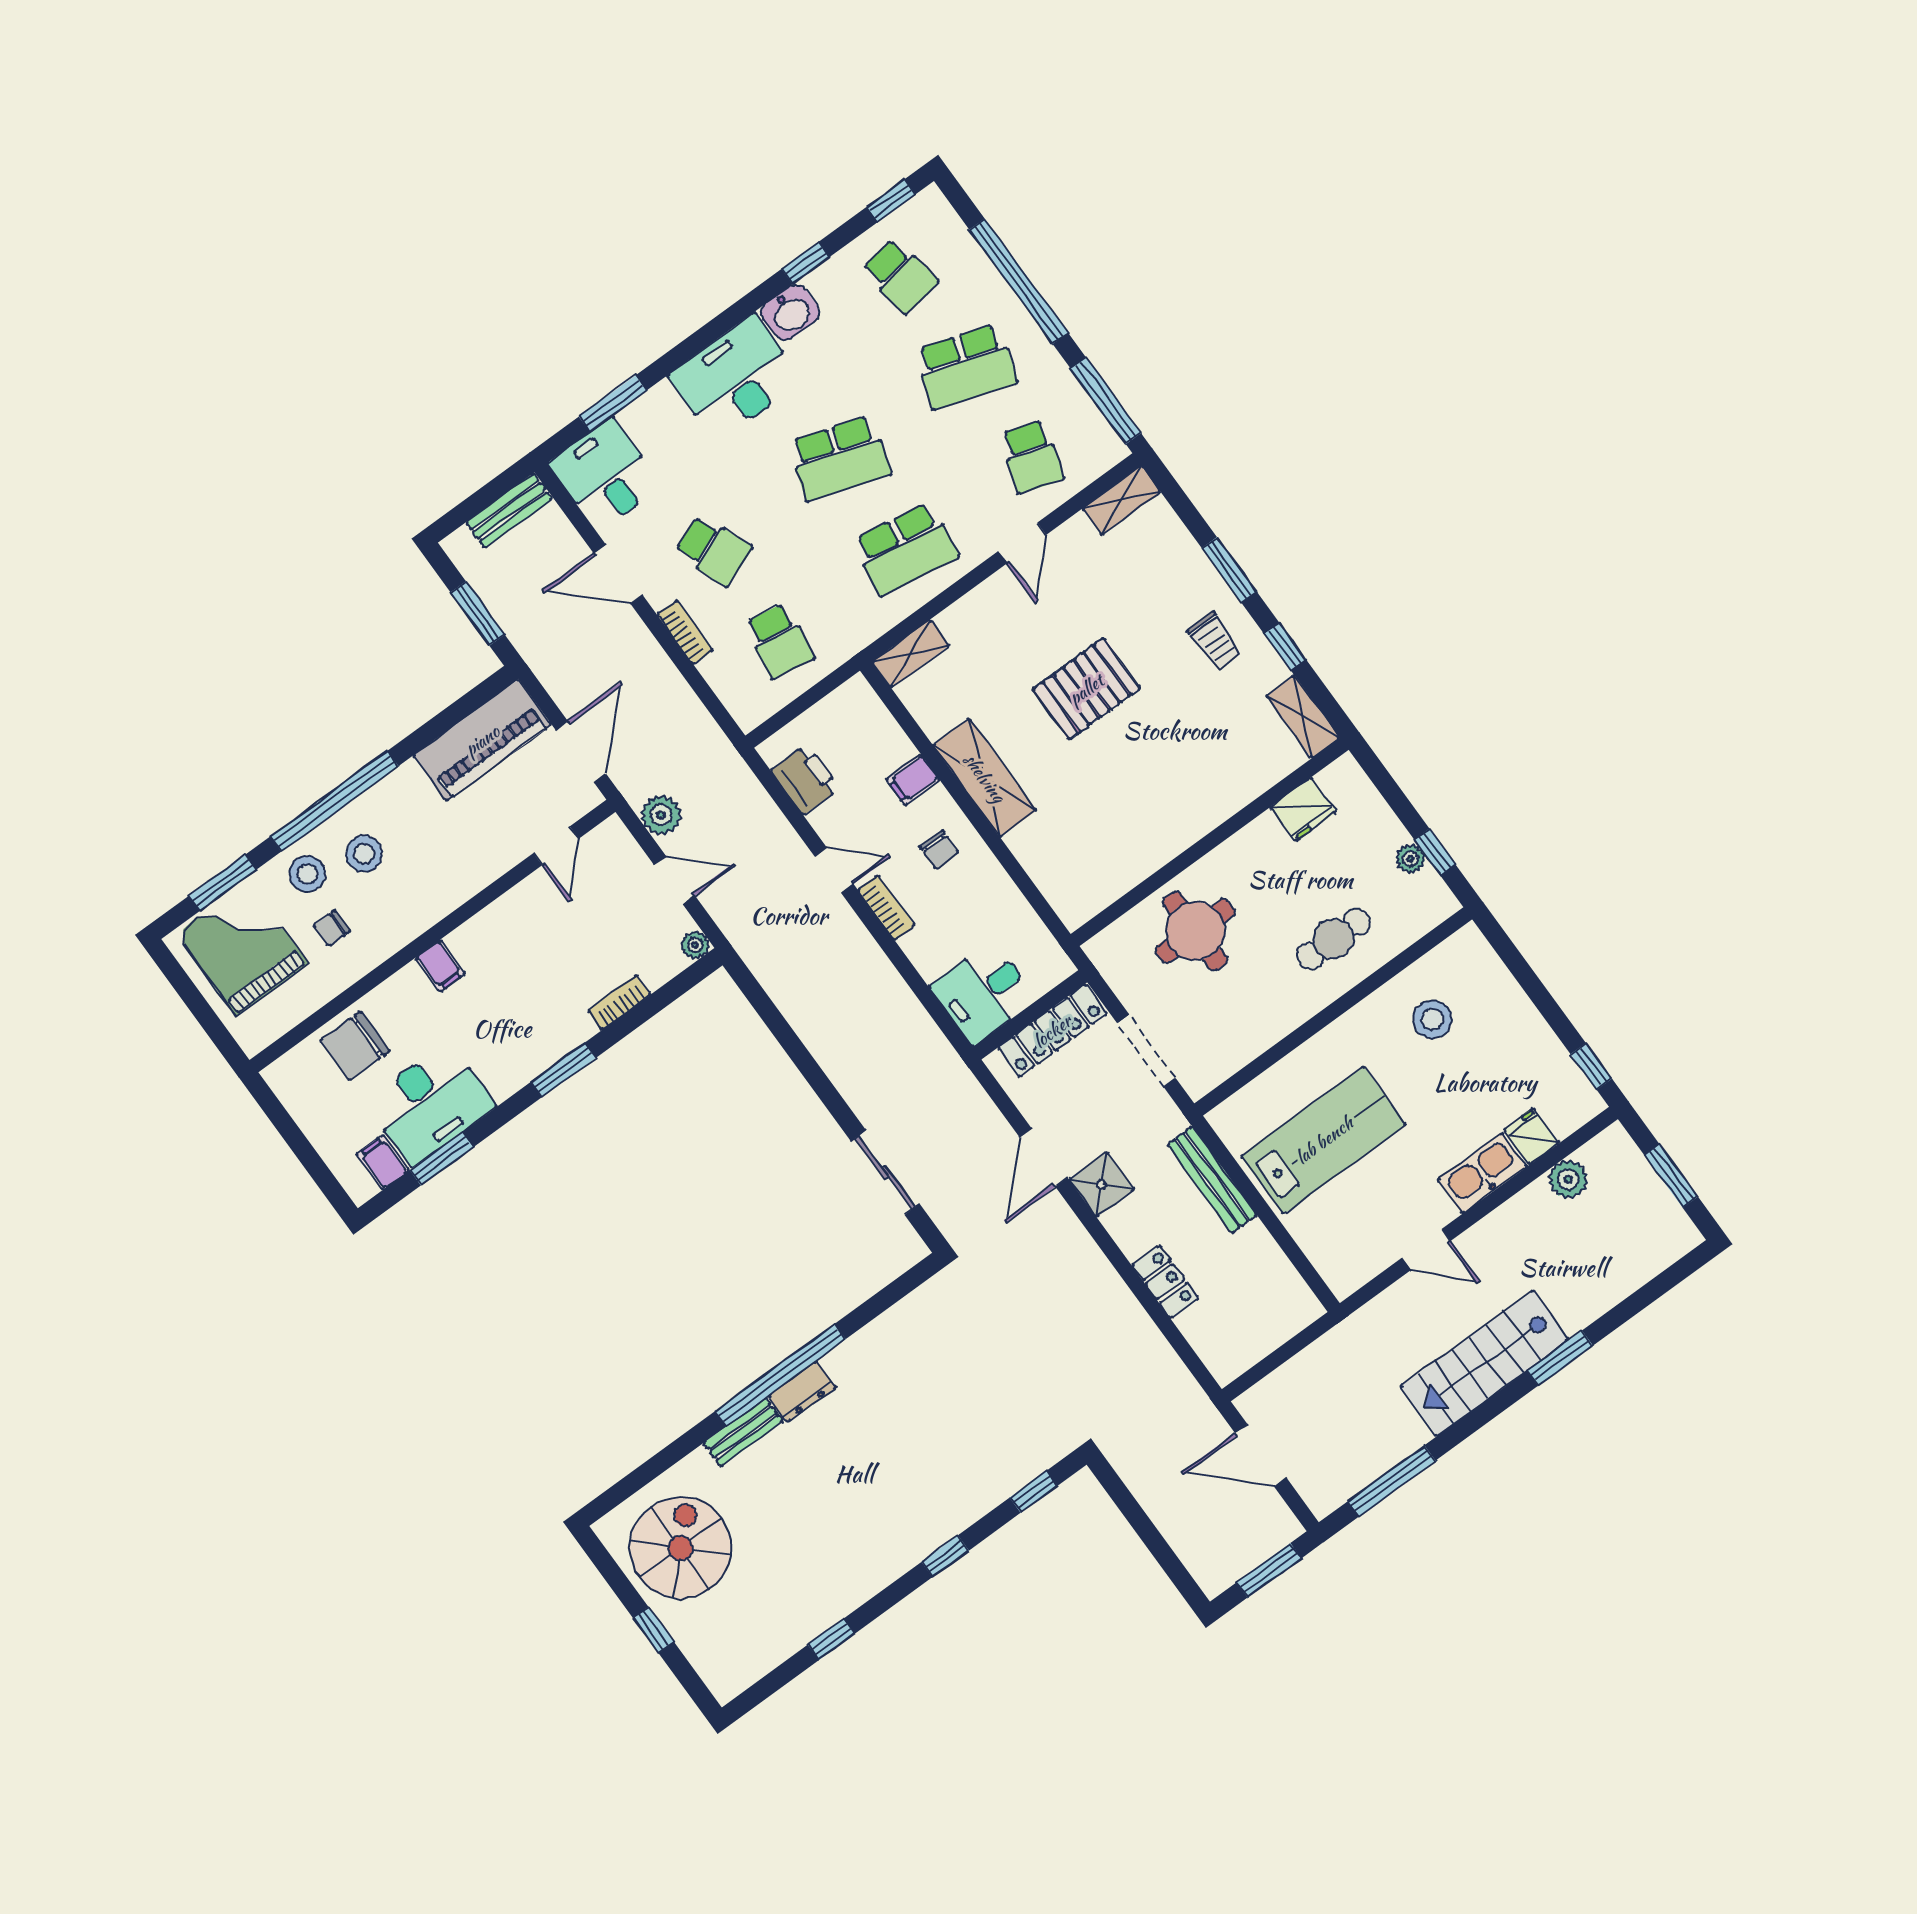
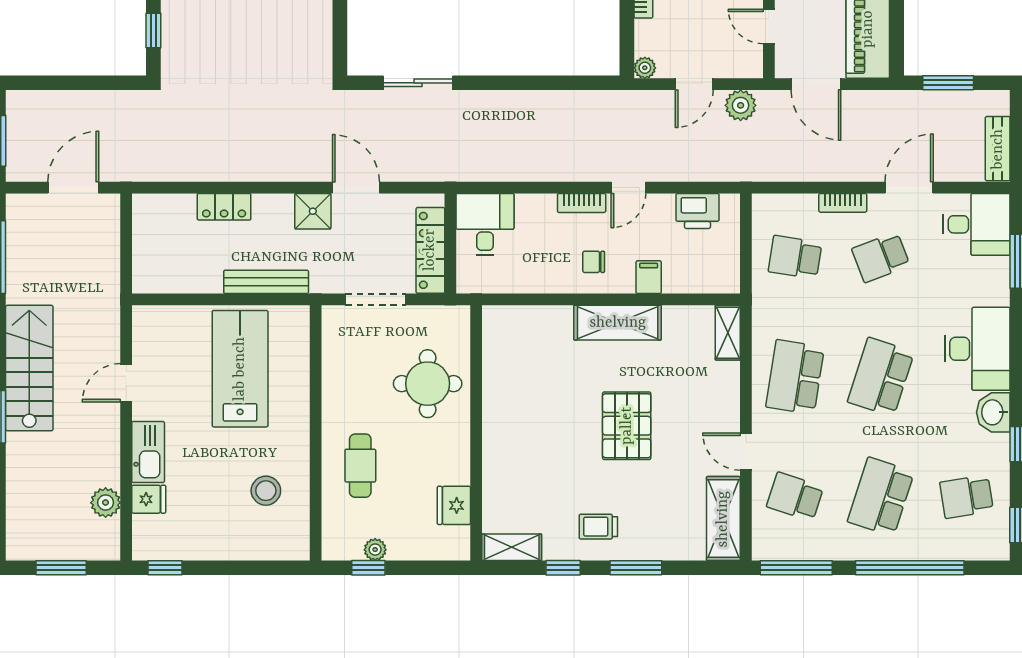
shelving: (1121, 500) -> (723, 519), width x1.50, depth x1.33
lab bench: (1324, 1140) -> (240, 369), turned 180

